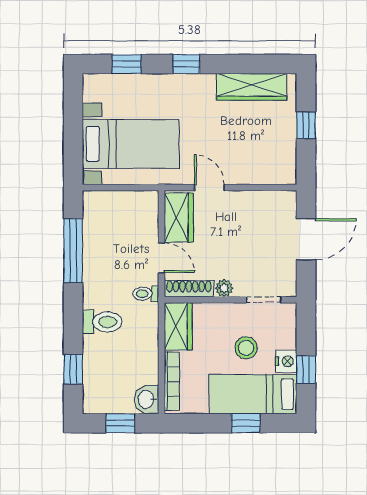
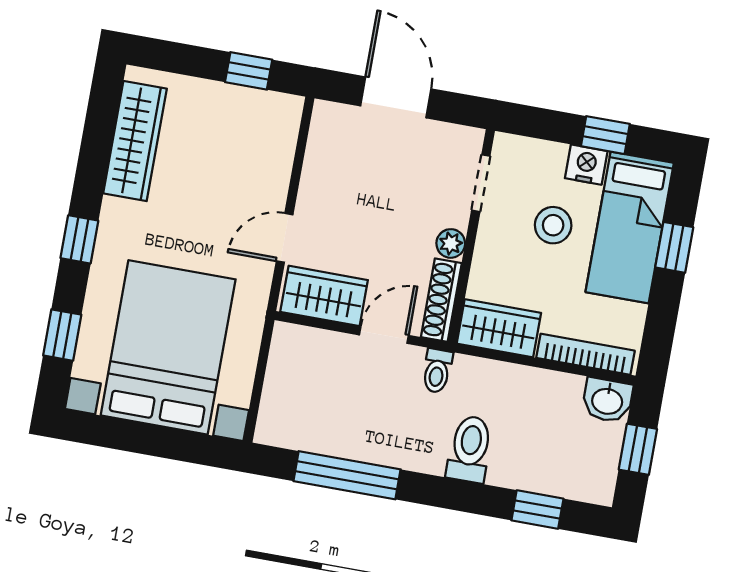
window: (306, 125) -> (249, 71), moved
bed with nightstands: (131, 144) -> (168, 347), width x1.36

